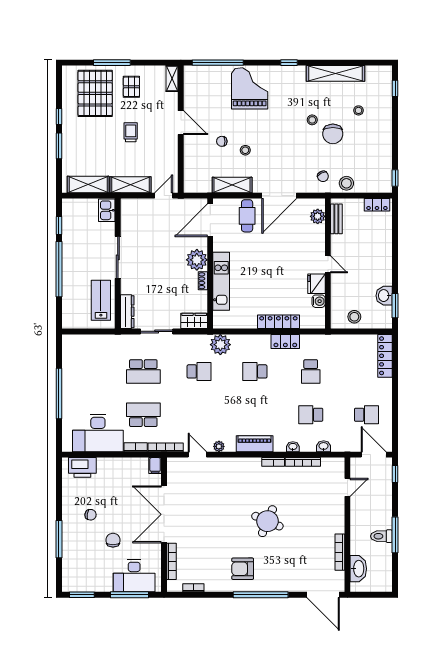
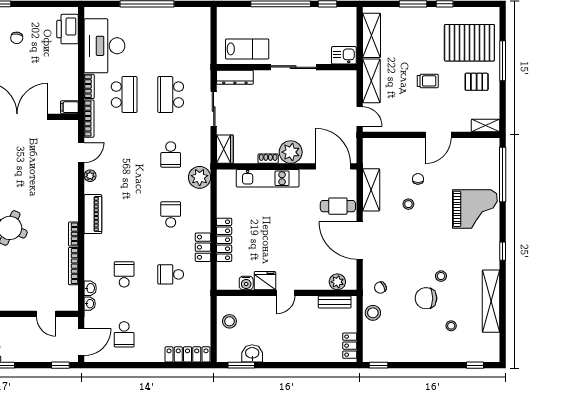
washbasin: (293, 447) -> (90, 304), moved

